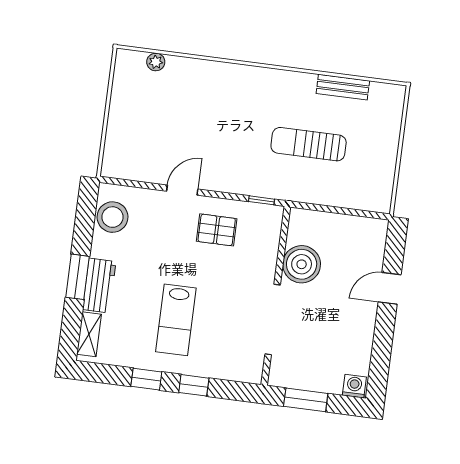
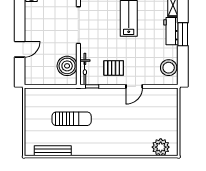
plant: (156, 62) -> (161, 147), width x1.87, depth x1.87
bench: (343, 87) -> (53, 151), width x1.36
bicycle: (271, 235) -> (85, 69), added
boiler: (302, 264) -> (67, 66), moved

